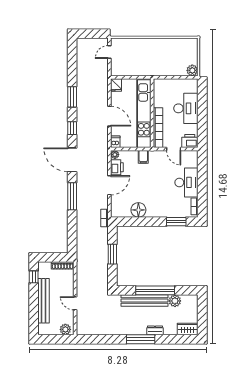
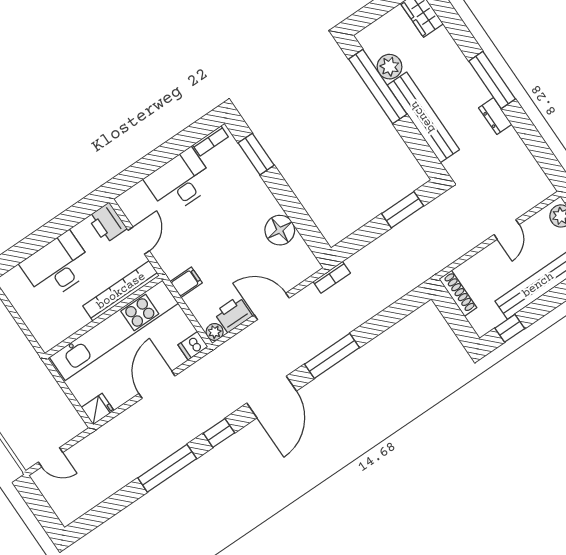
window: (72, 97) -> (167, 468), width x1.44
window: (112, 254) -> (403, 210), moved
window: (155, 290) -> (378, 87), moved
dresser: (155, 330) -> (495, 116), moved

